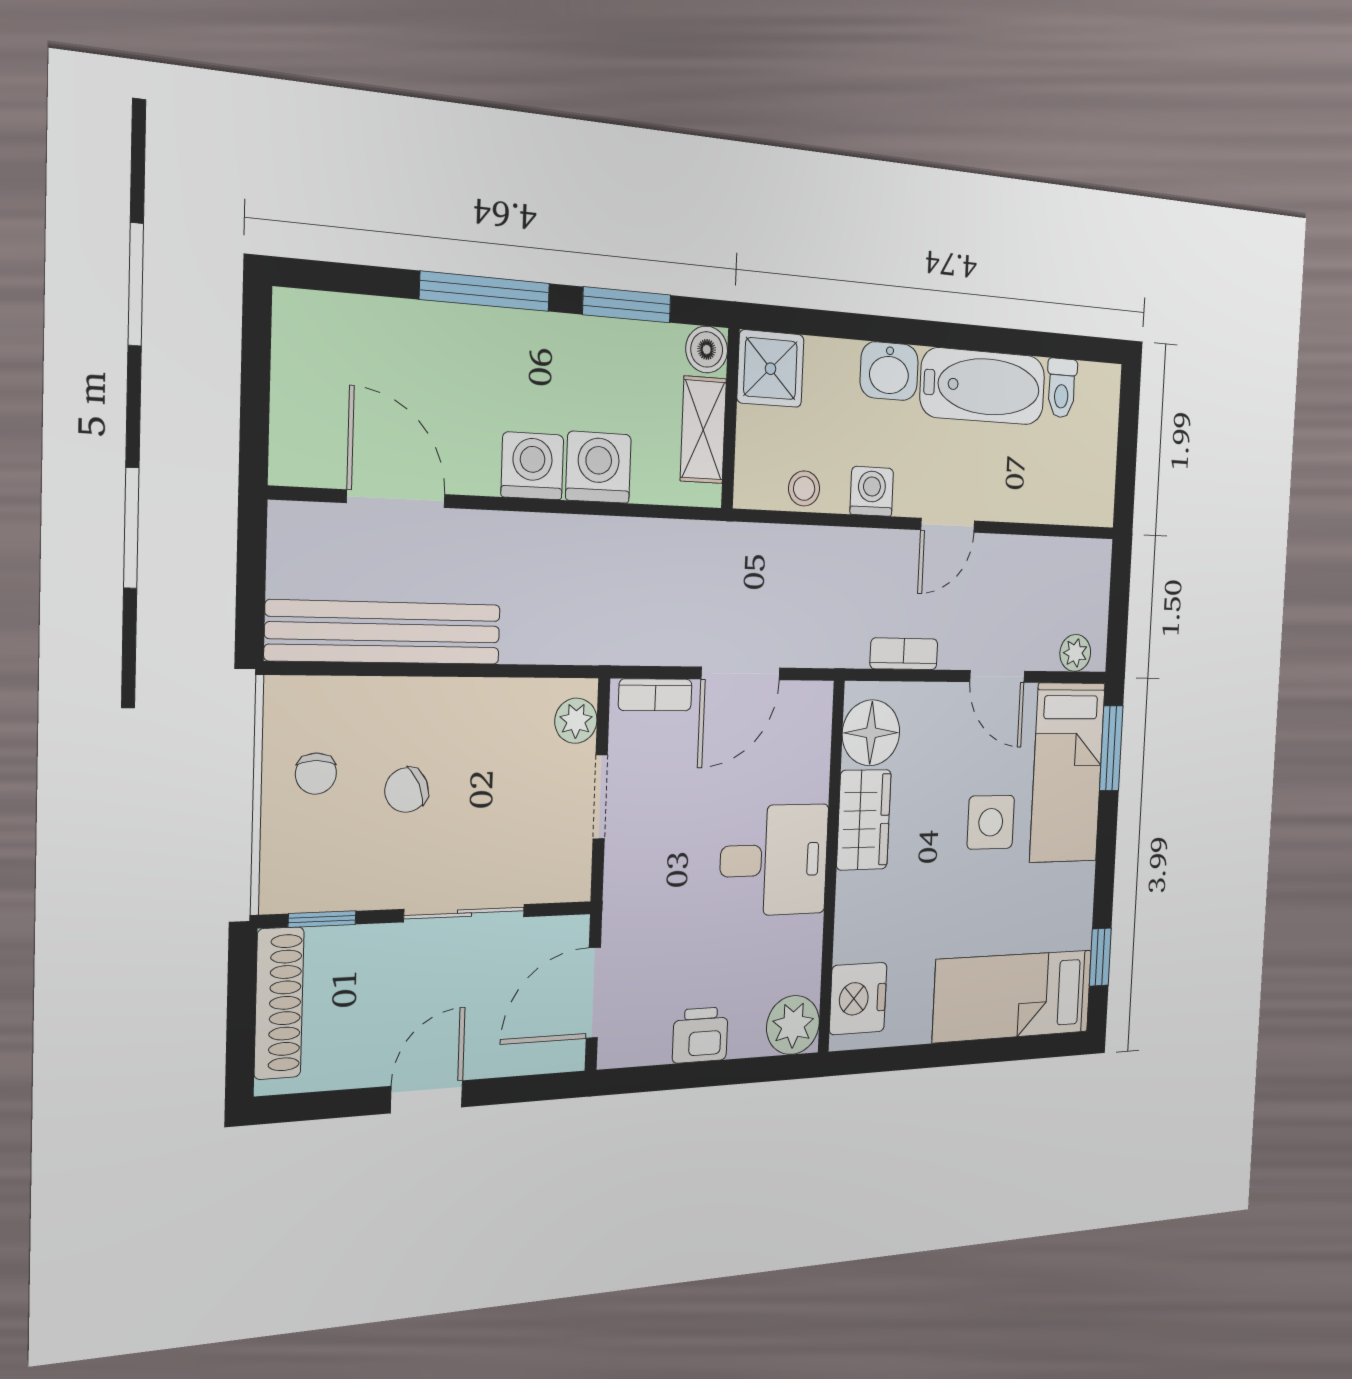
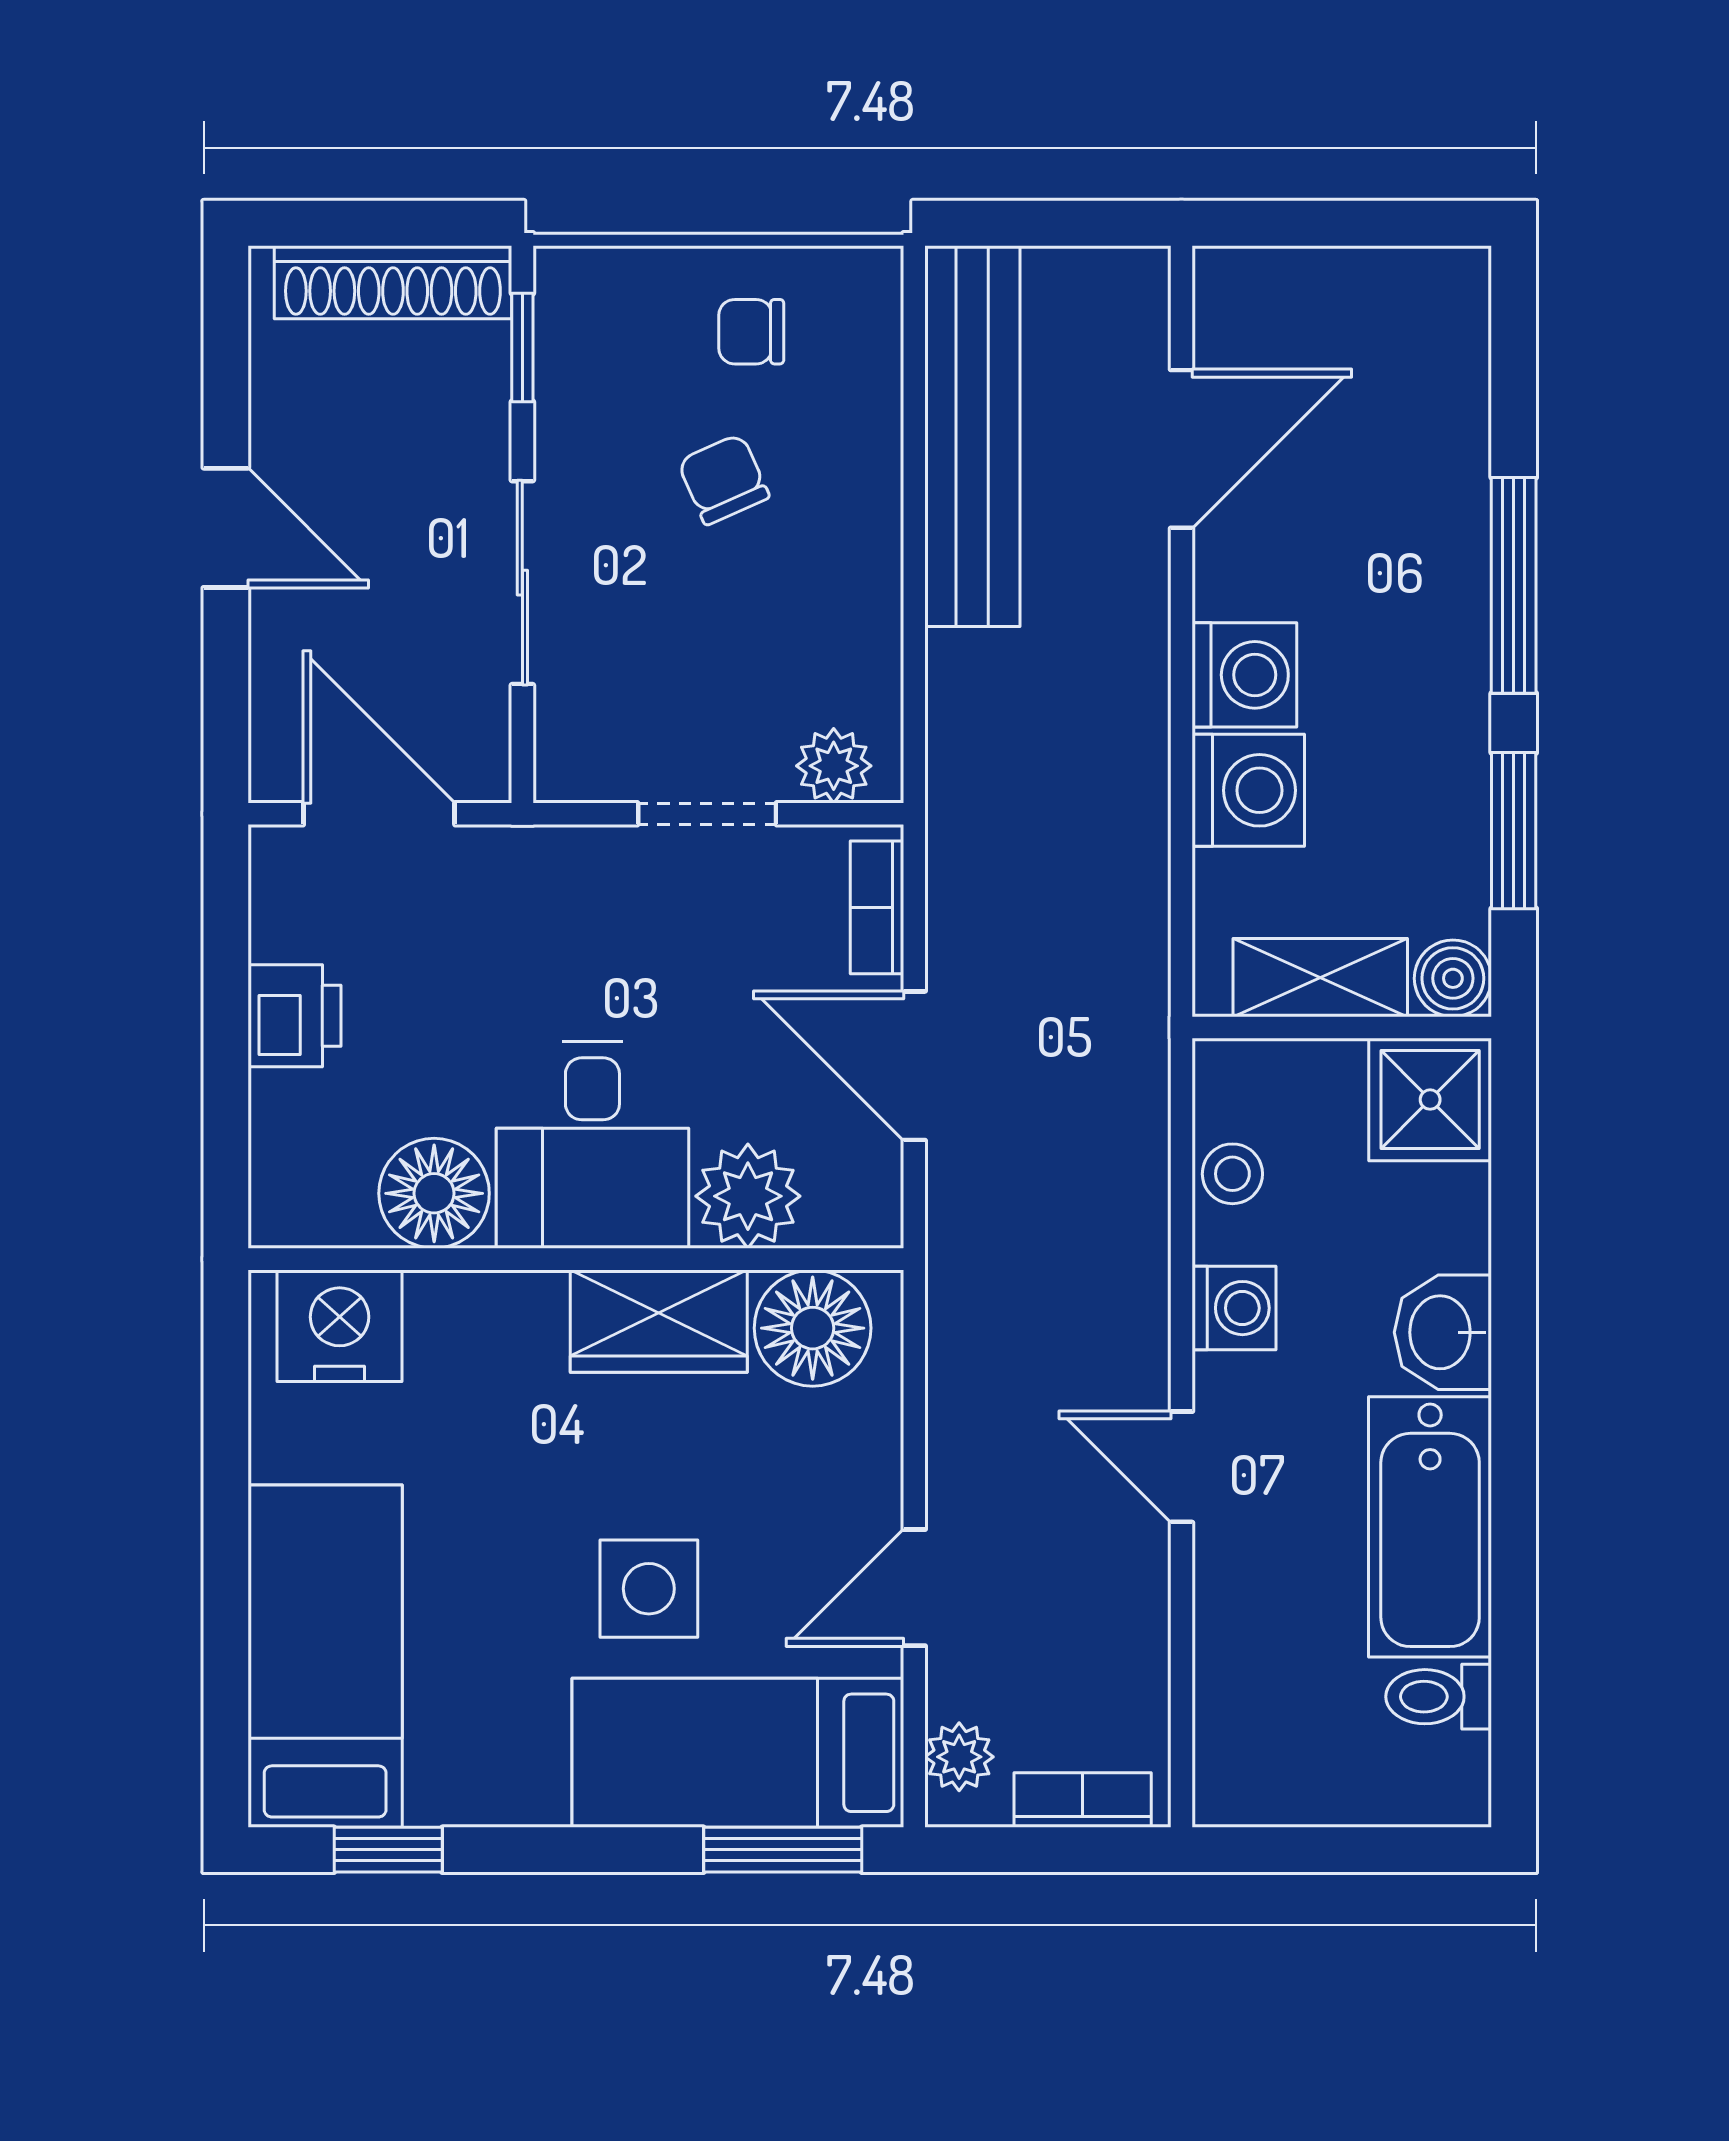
bookcase: (904, 654) -> (1083, 1800), moved, turned -90
floor lamp: (795, 949) -> (434, 1193), added
plant: (793, 1025) -> (748, 1196), moved

